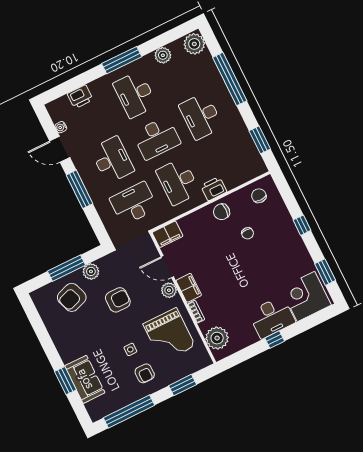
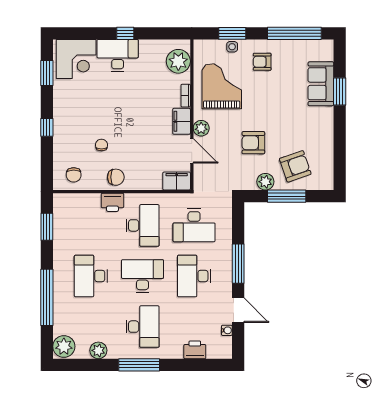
desk: (201, 116) -> (91, 276), turned 180
side table: (130, 349) -> (232, 47), moved
armchair: (145, 373) -> (262, 62), turned -90

